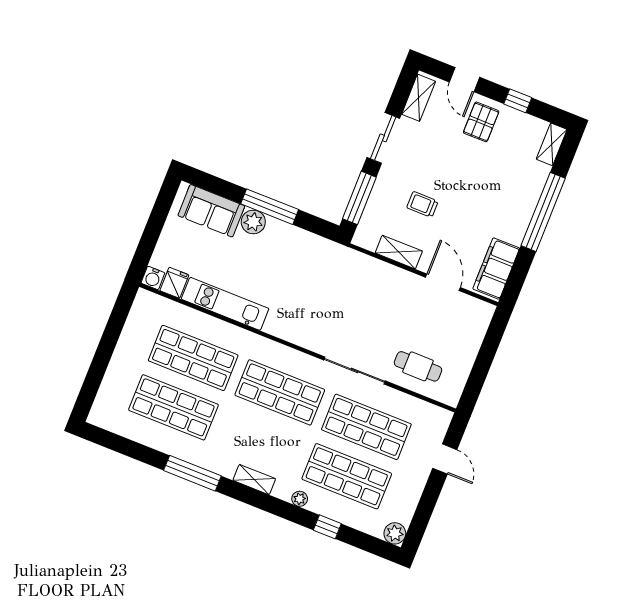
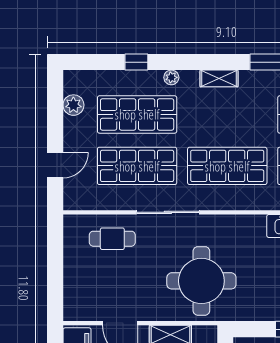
round table: (349, 292) -> (201, 281), added
door: (445, 459) -> (55, 165), swing flipped
plant: (395, 533) -> (73, 105), moved

